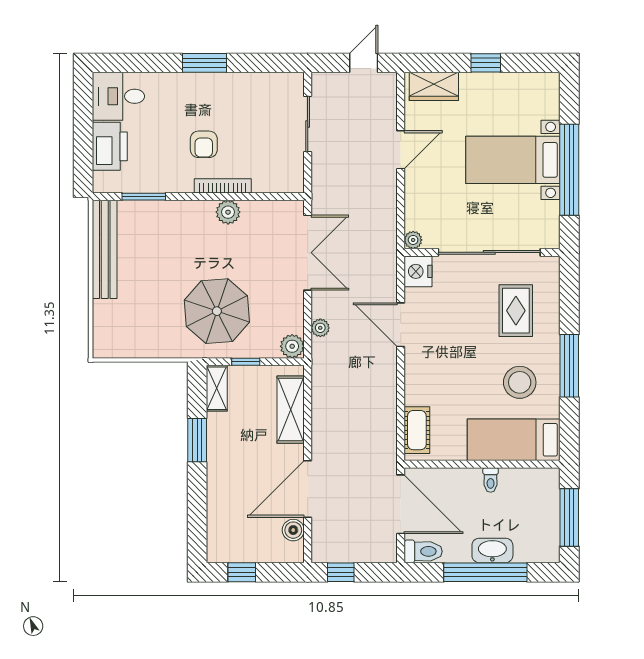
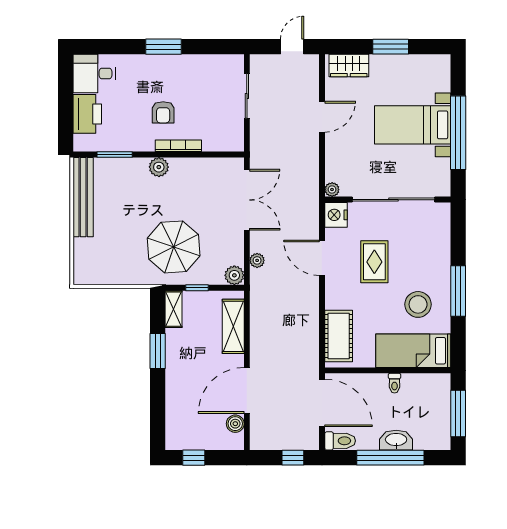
window: (486, 63) -> (391, 47), width x1.50
plant: (228, 212) -> (159, 167), moved
rug: (516, 311) -> (374, 262), moved
cot: (417, 430) -> (339, 336), width x1.37, depth x1.34
window: (341, 572) -> (293, 458), moved

